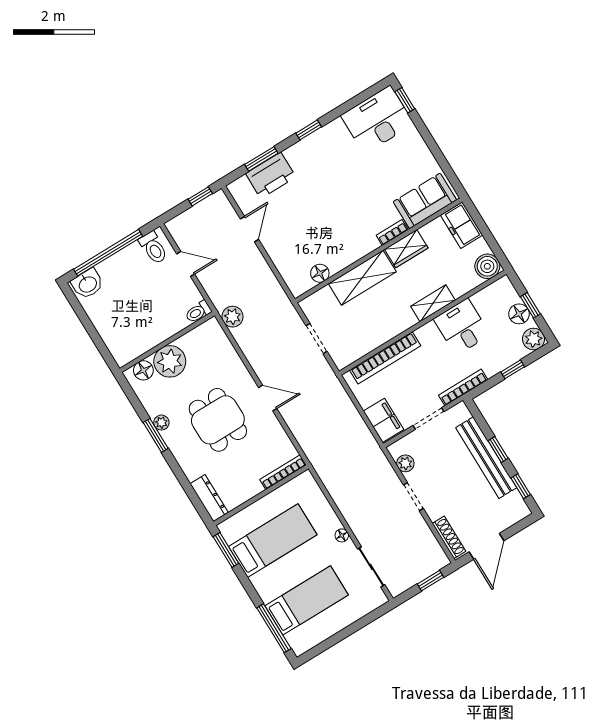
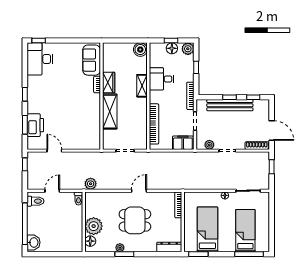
freezer: (462, 225) -> (114, 50), removed
floor lamp: (320, 273) -> (95, 130), removed

